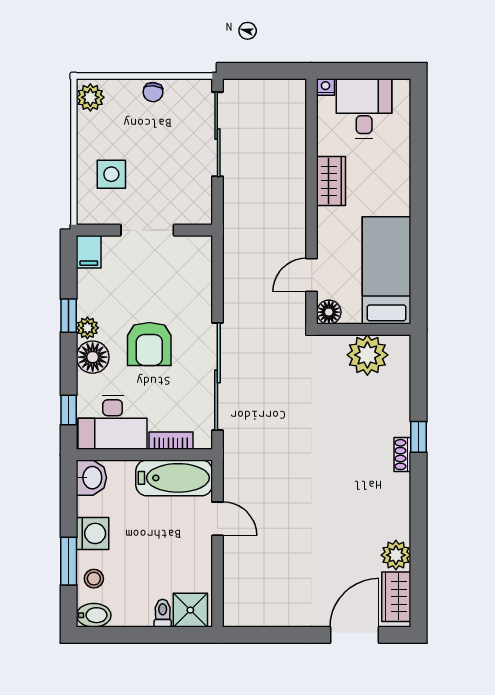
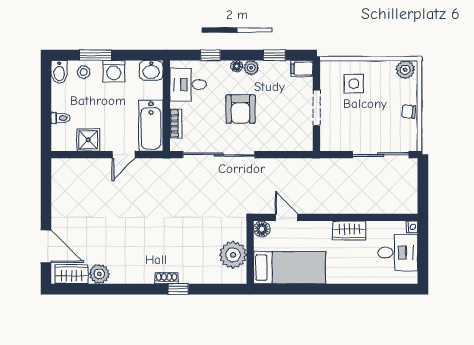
window: (69, 316) -> (274, 55), moved
armchair: (149, 344) -> (240, 109), turned -90
floor lamp: (93, 357) -> (237, 66), width x0.53, depth x0.53
window: (69, 410) -> (211, 55), moved
desk: (113, 422) -> (188, 85), width x0.73
shower: (190, 610) -> (88, 140), moved

